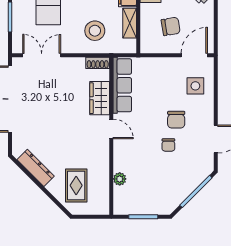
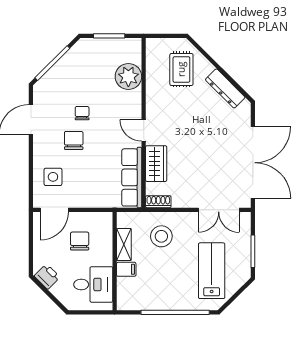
chair: (171, 26) -> (80, 241), turned 99
plant: (120, 179) -> (128, 77), width x1.88, depth x1.88

